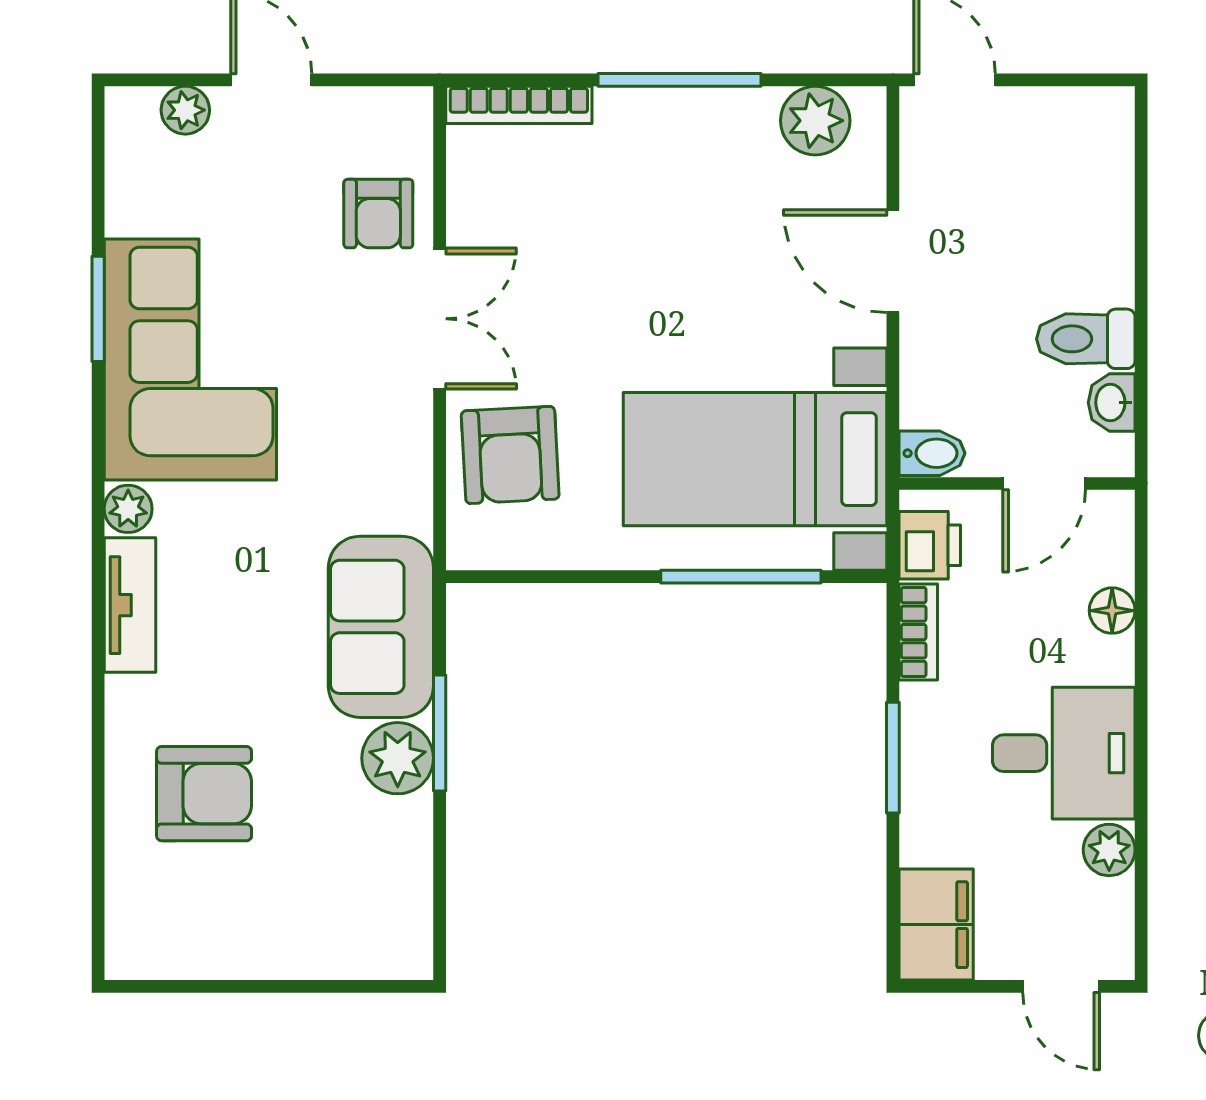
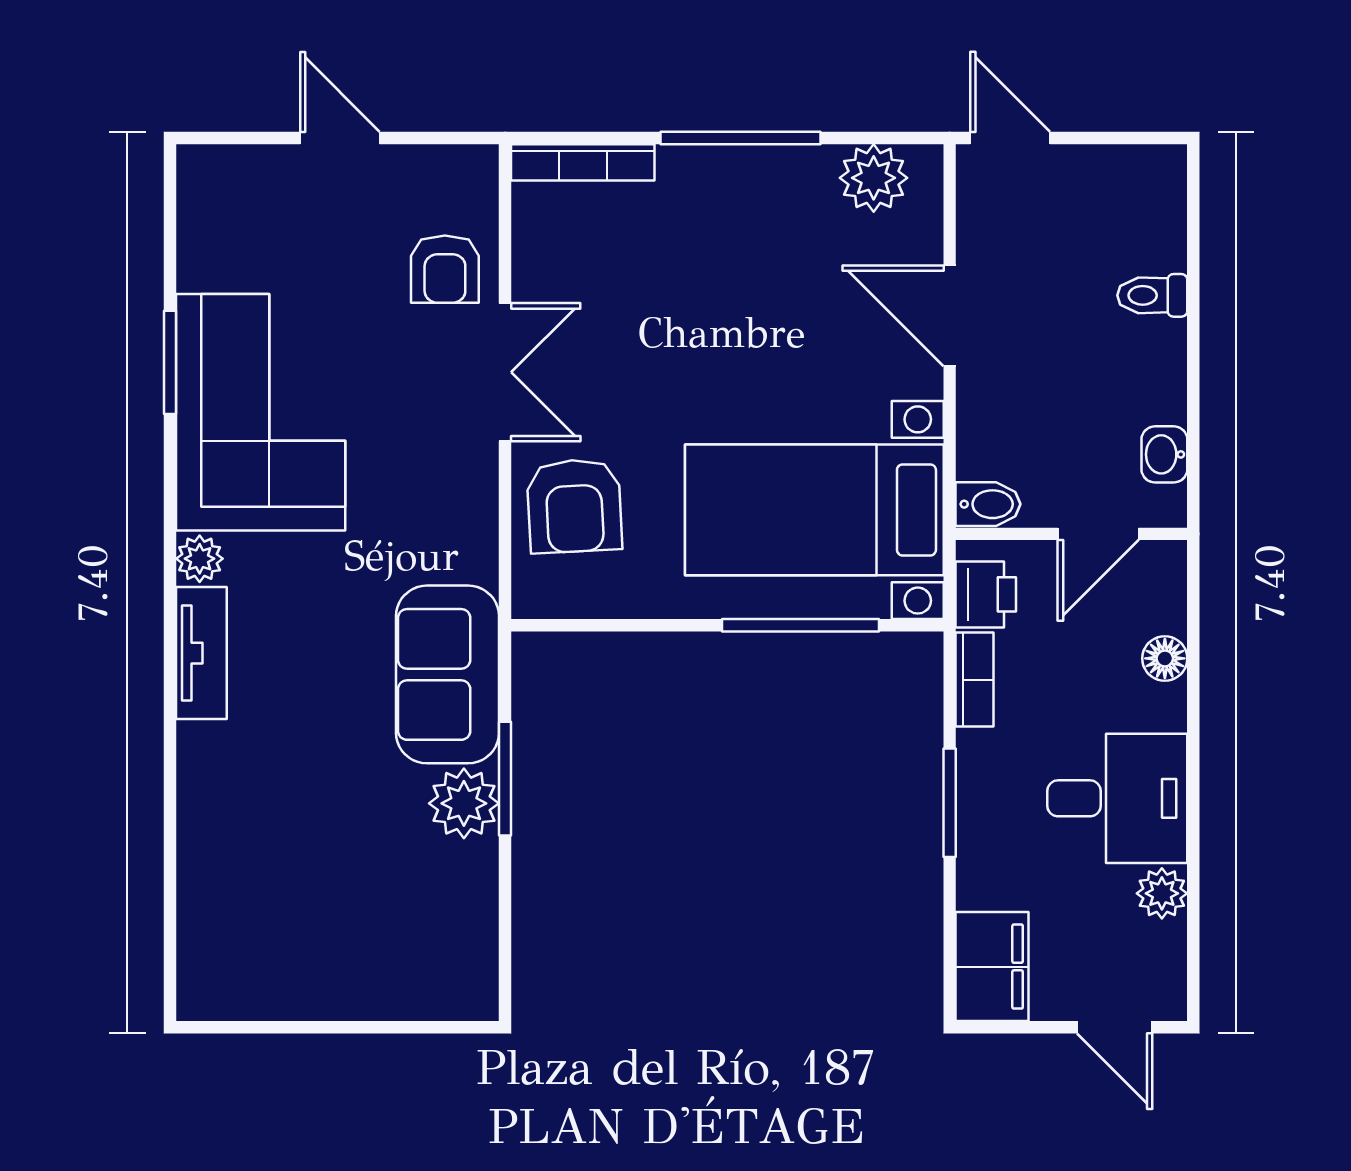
plant: (185, 110) -> (256, 168), removed
toilet: (1086, 339) -> (1152, 295), moved, width x0.73, depth x0.72
armchair: (204, 794) -> (274, 838), removed

